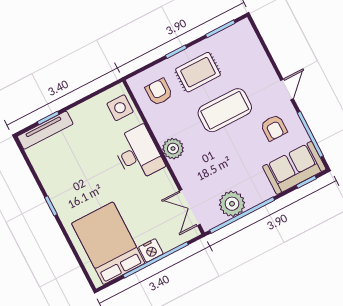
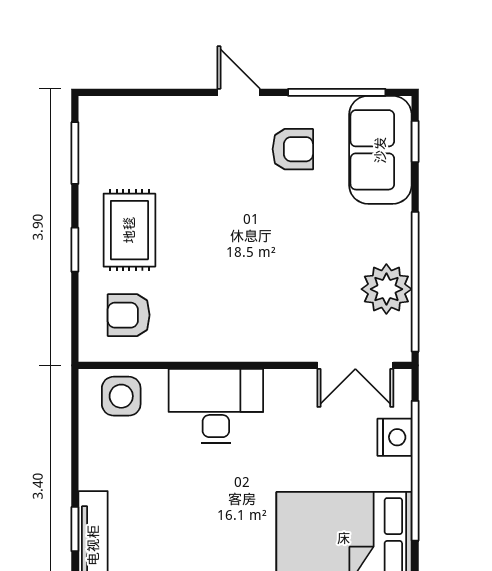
coffee table: (225, 110) -> (219, 218), removed
plant: (173, 149) -> (239, 341), removed
nightstand: (151, 250) -> (394, 437), moved

